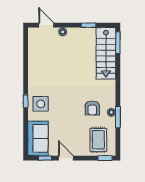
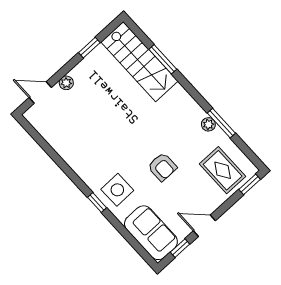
window: (118, 43) -> (163, 59), moved
armchair: (92, 108) -> (162, 167), moved

